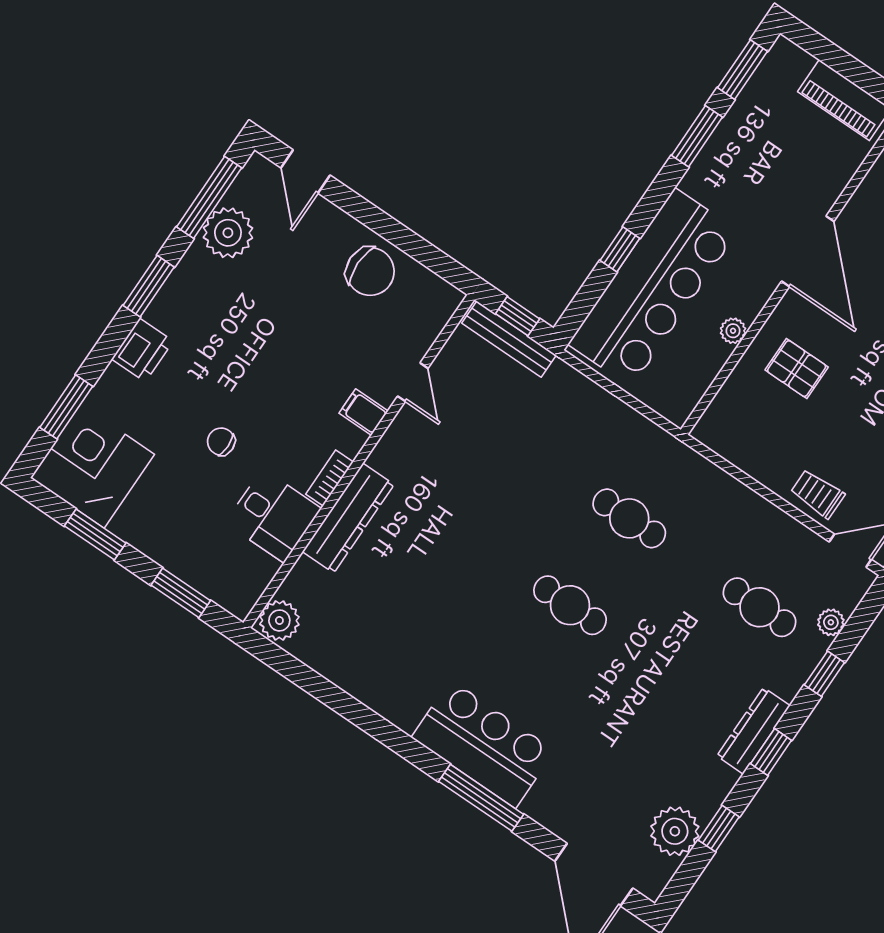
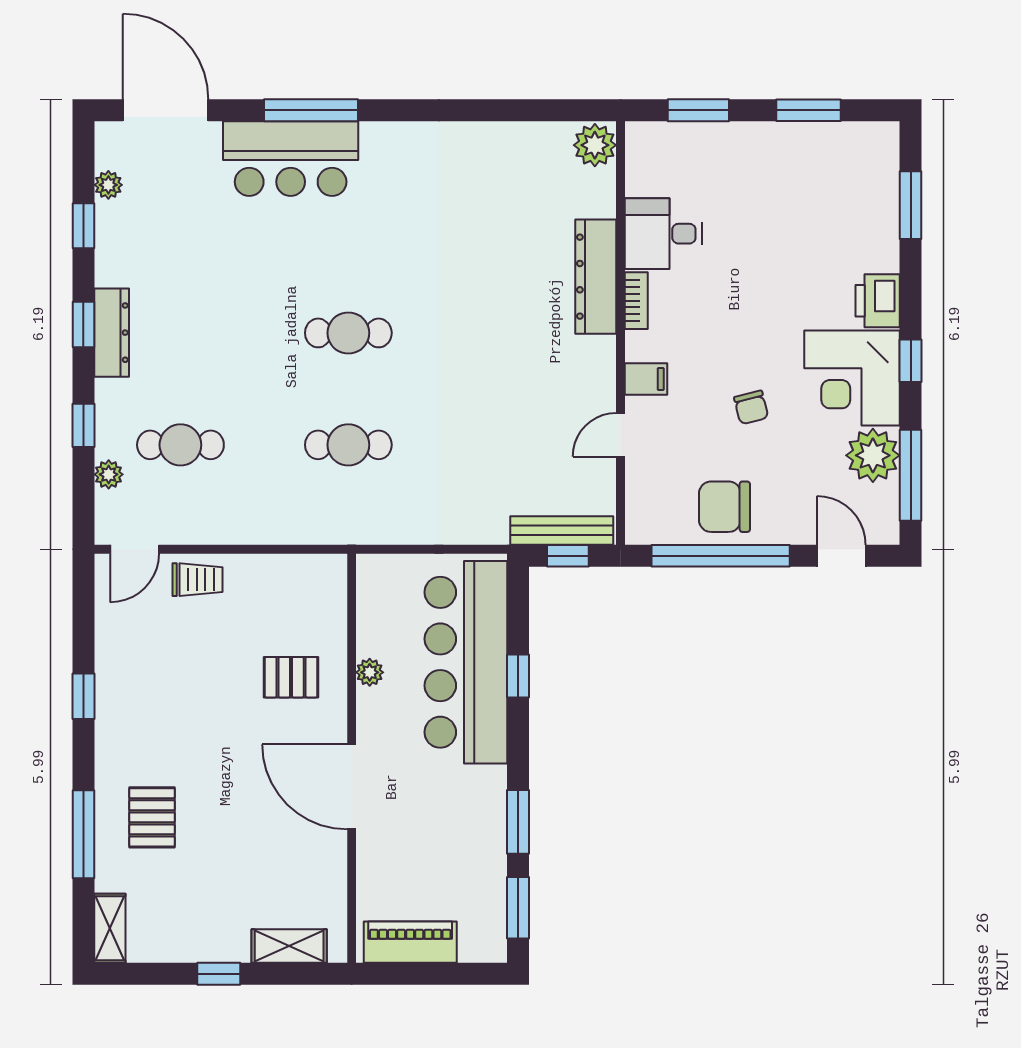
window: (399, 235) -> (721, 556), added
window: (149, 286) -> (911, 361), width x0.67
door: (413, 382) -> (621, 435), hinge flipped
chair: (221, 442) -> (751, 407), moved, turned 76
corner desk: (92, 466) -> (852, 378), moved, turned 90
bar counter: (483, 744) -> (291, 159), moved
plant: (675, 831) -> (108, 185), width x0.53, depth x0.53

